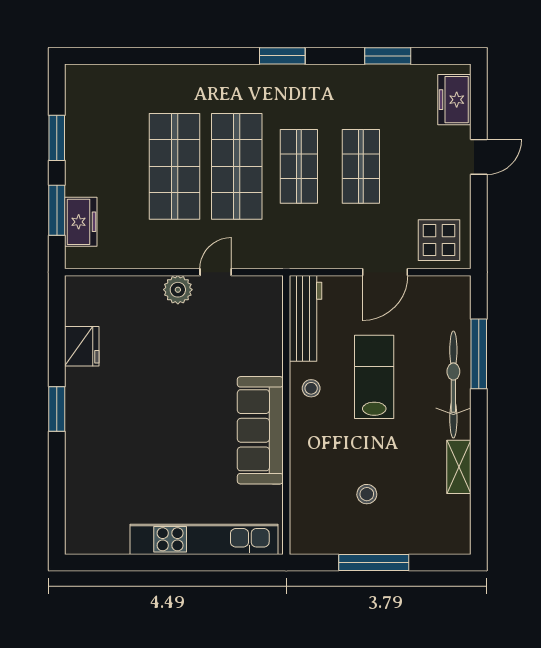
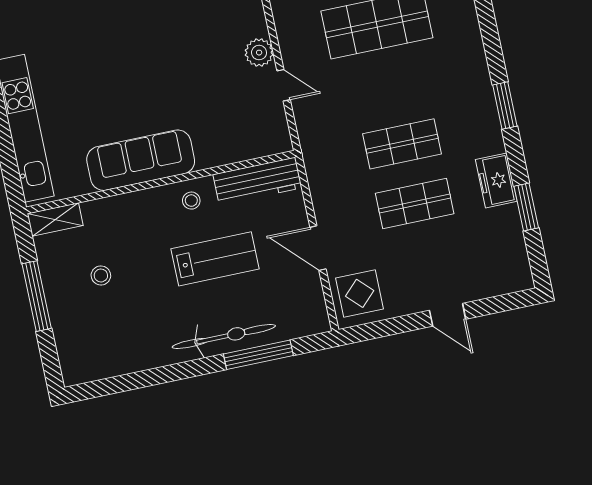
freezer: (454, 100) -> (496, 180), moved, turned -90
shop shelf: (237, 166) -> (389, 84), removed
shelving: (459, 467) -> (55, 220), moved

